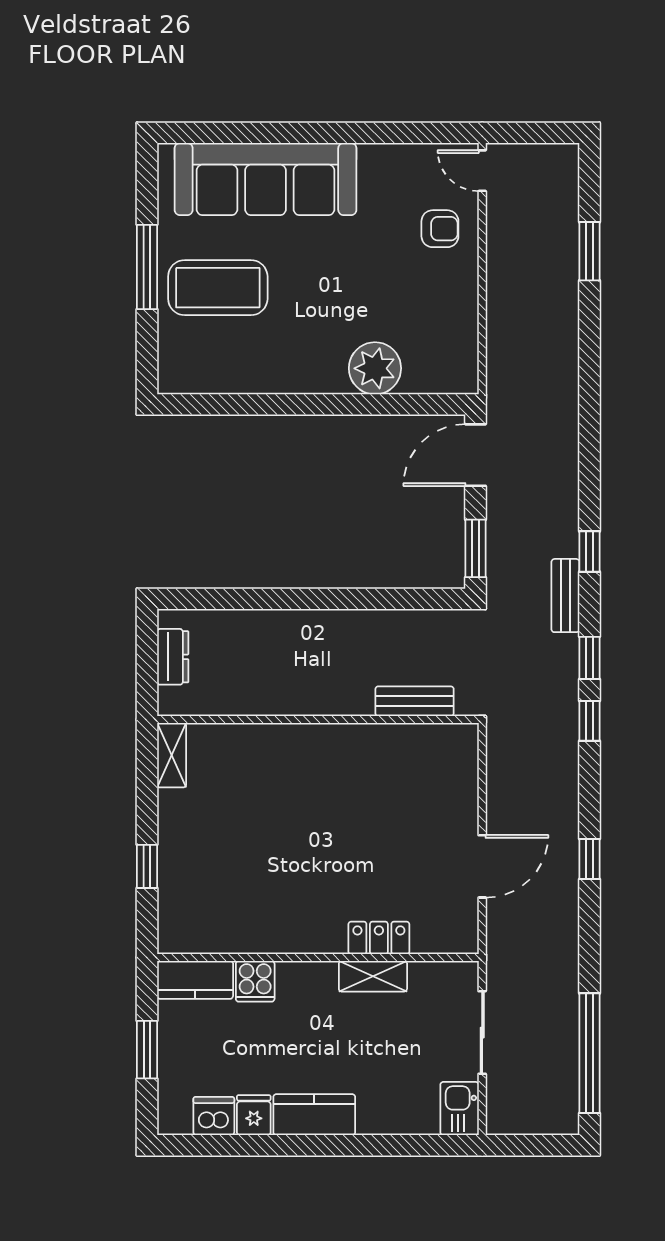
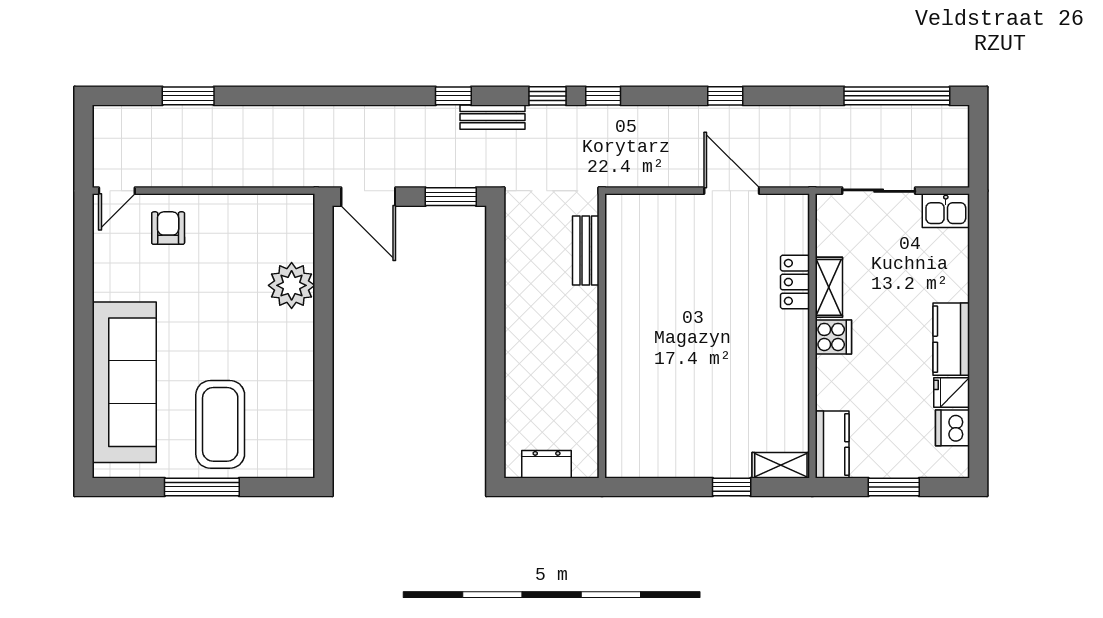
shelving: (172, 755) -> (781, 465), moved
cooker: (255, 981) -> (833, 337), moved

